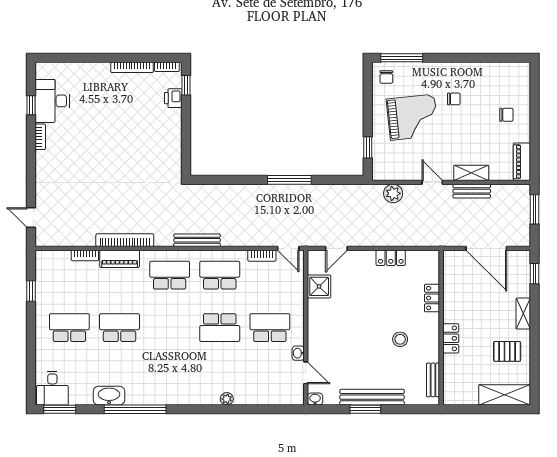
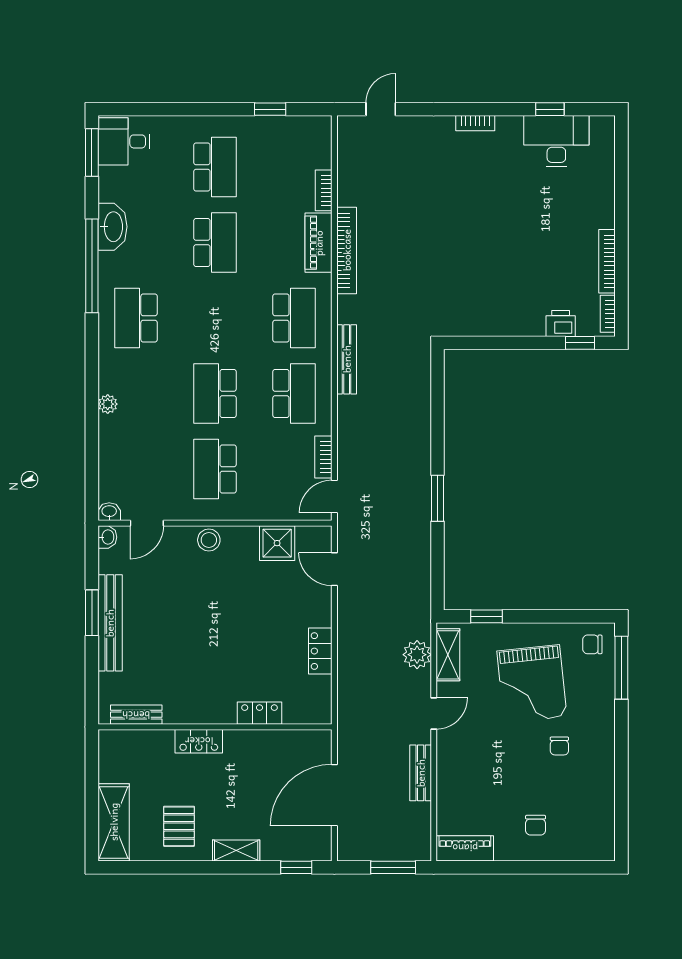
bookcase: (40, 137) -> (475, 123), moved
shelving: (471, 173) -> (448, 655), moved
window: (289, 180) -> (437, 498), width x0.69
school desk: (270, 328) -> (215, 469), turned 180
stool: (400, 339) -> (209, 540), moved
washbasin: (298, 353) -> (109, 512), moved
school desk: (170, 380) -> (136, 318), added

